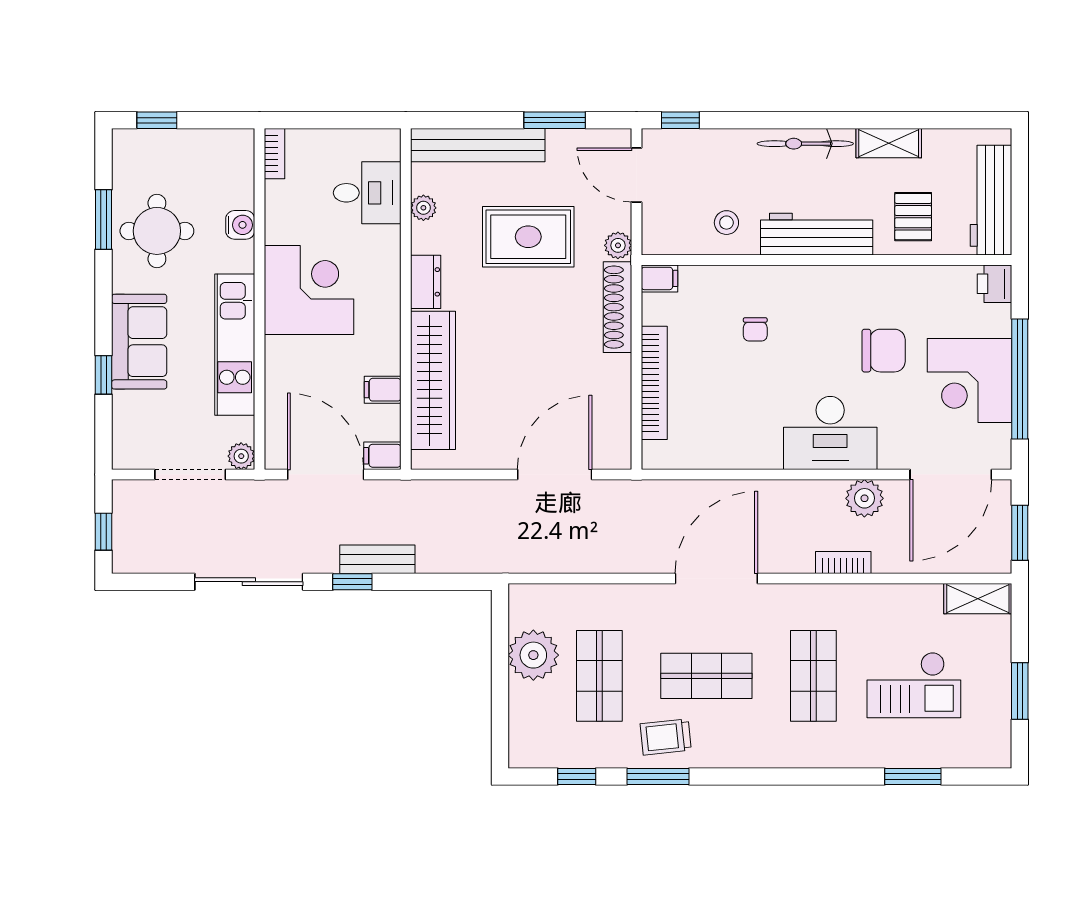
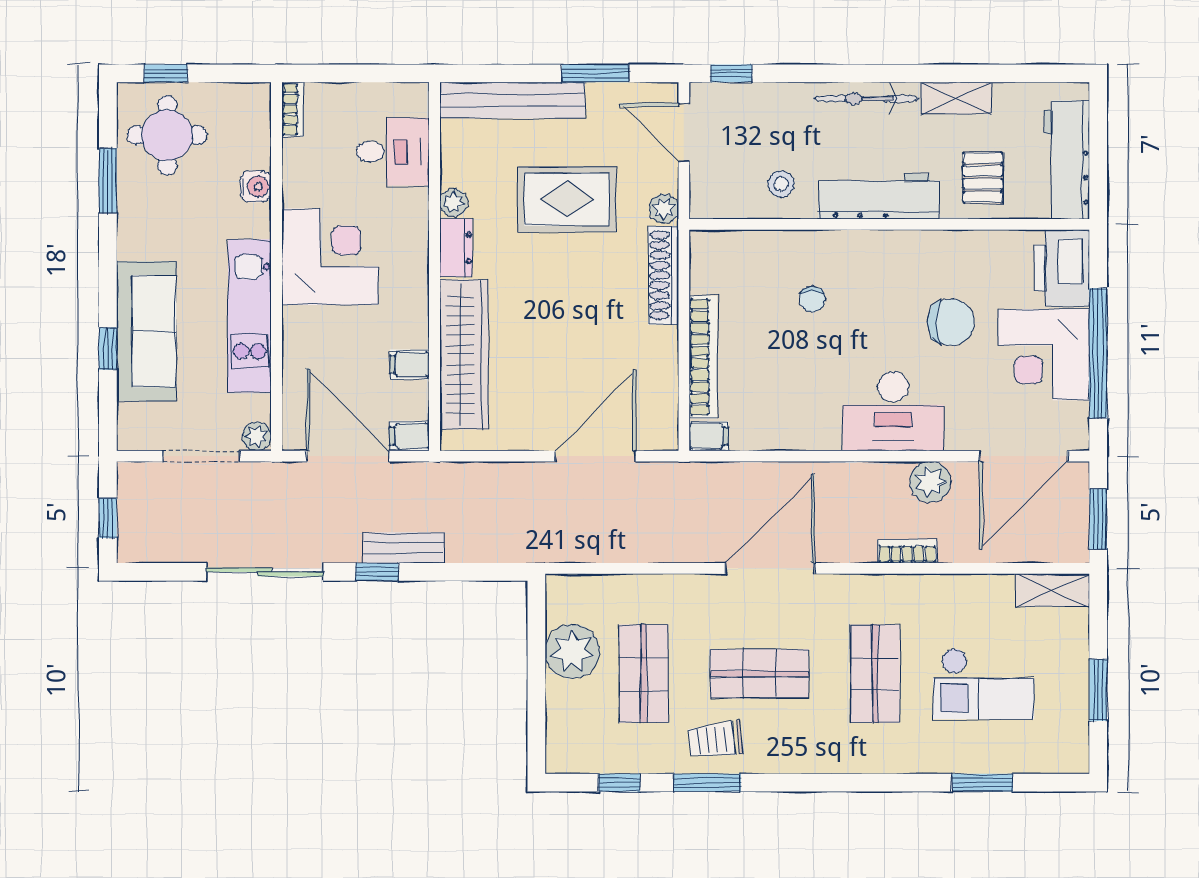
plant: (423, 208) -> (454, 203), moved
round table: (157, 231) -> (167, 135), moved
filing cabinet: (659, 278) -> (709, 436), moved
printer: (995, 284) -> (1062, 268), width x1.87, depth x1.48
sofa: (139, 342) -> (146, 331), width x1.36

